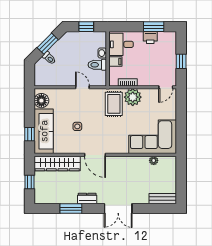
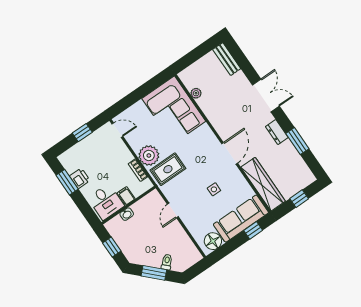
toilet: (97, 65) -> (141, 211), removed

